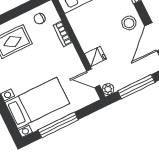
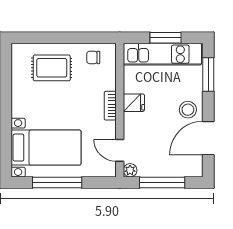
bookcase: (63, 34) -> (110, 106), moved
fridge: (95, 56) -> (134, 103), moved

